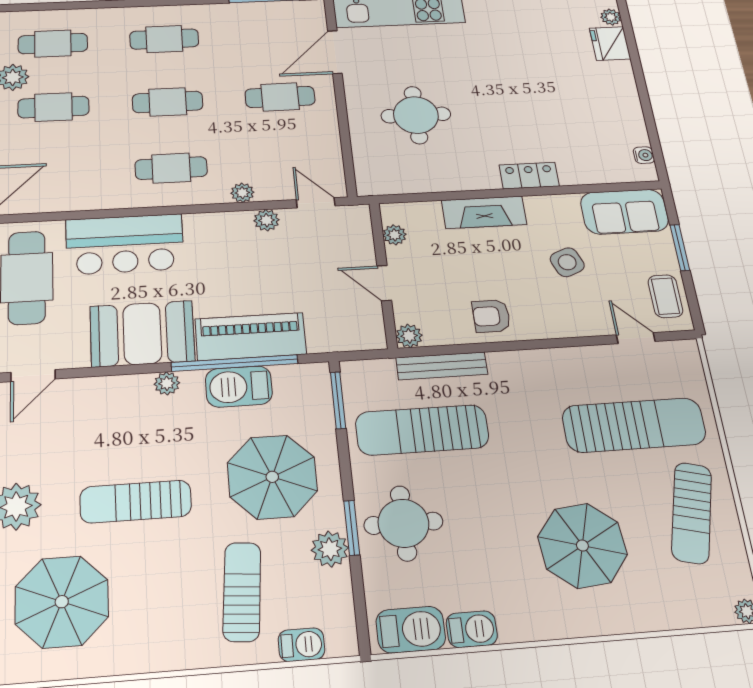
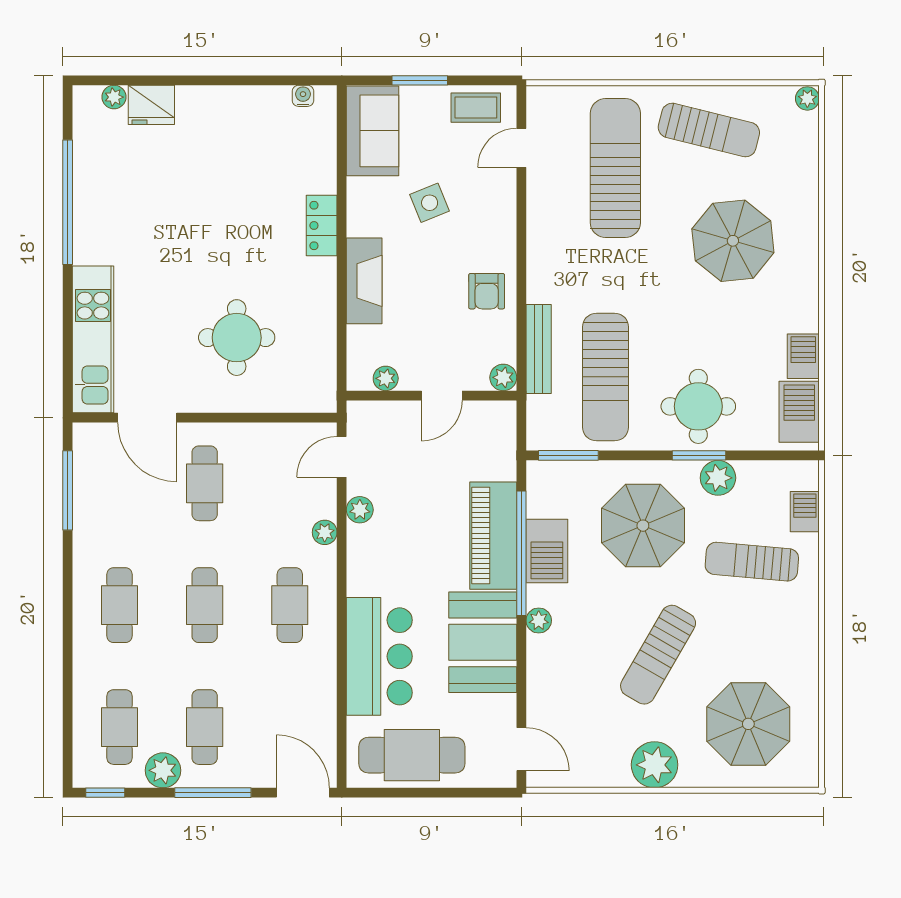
sun lounger: (136, 502) -> (658, 655), turned 30

